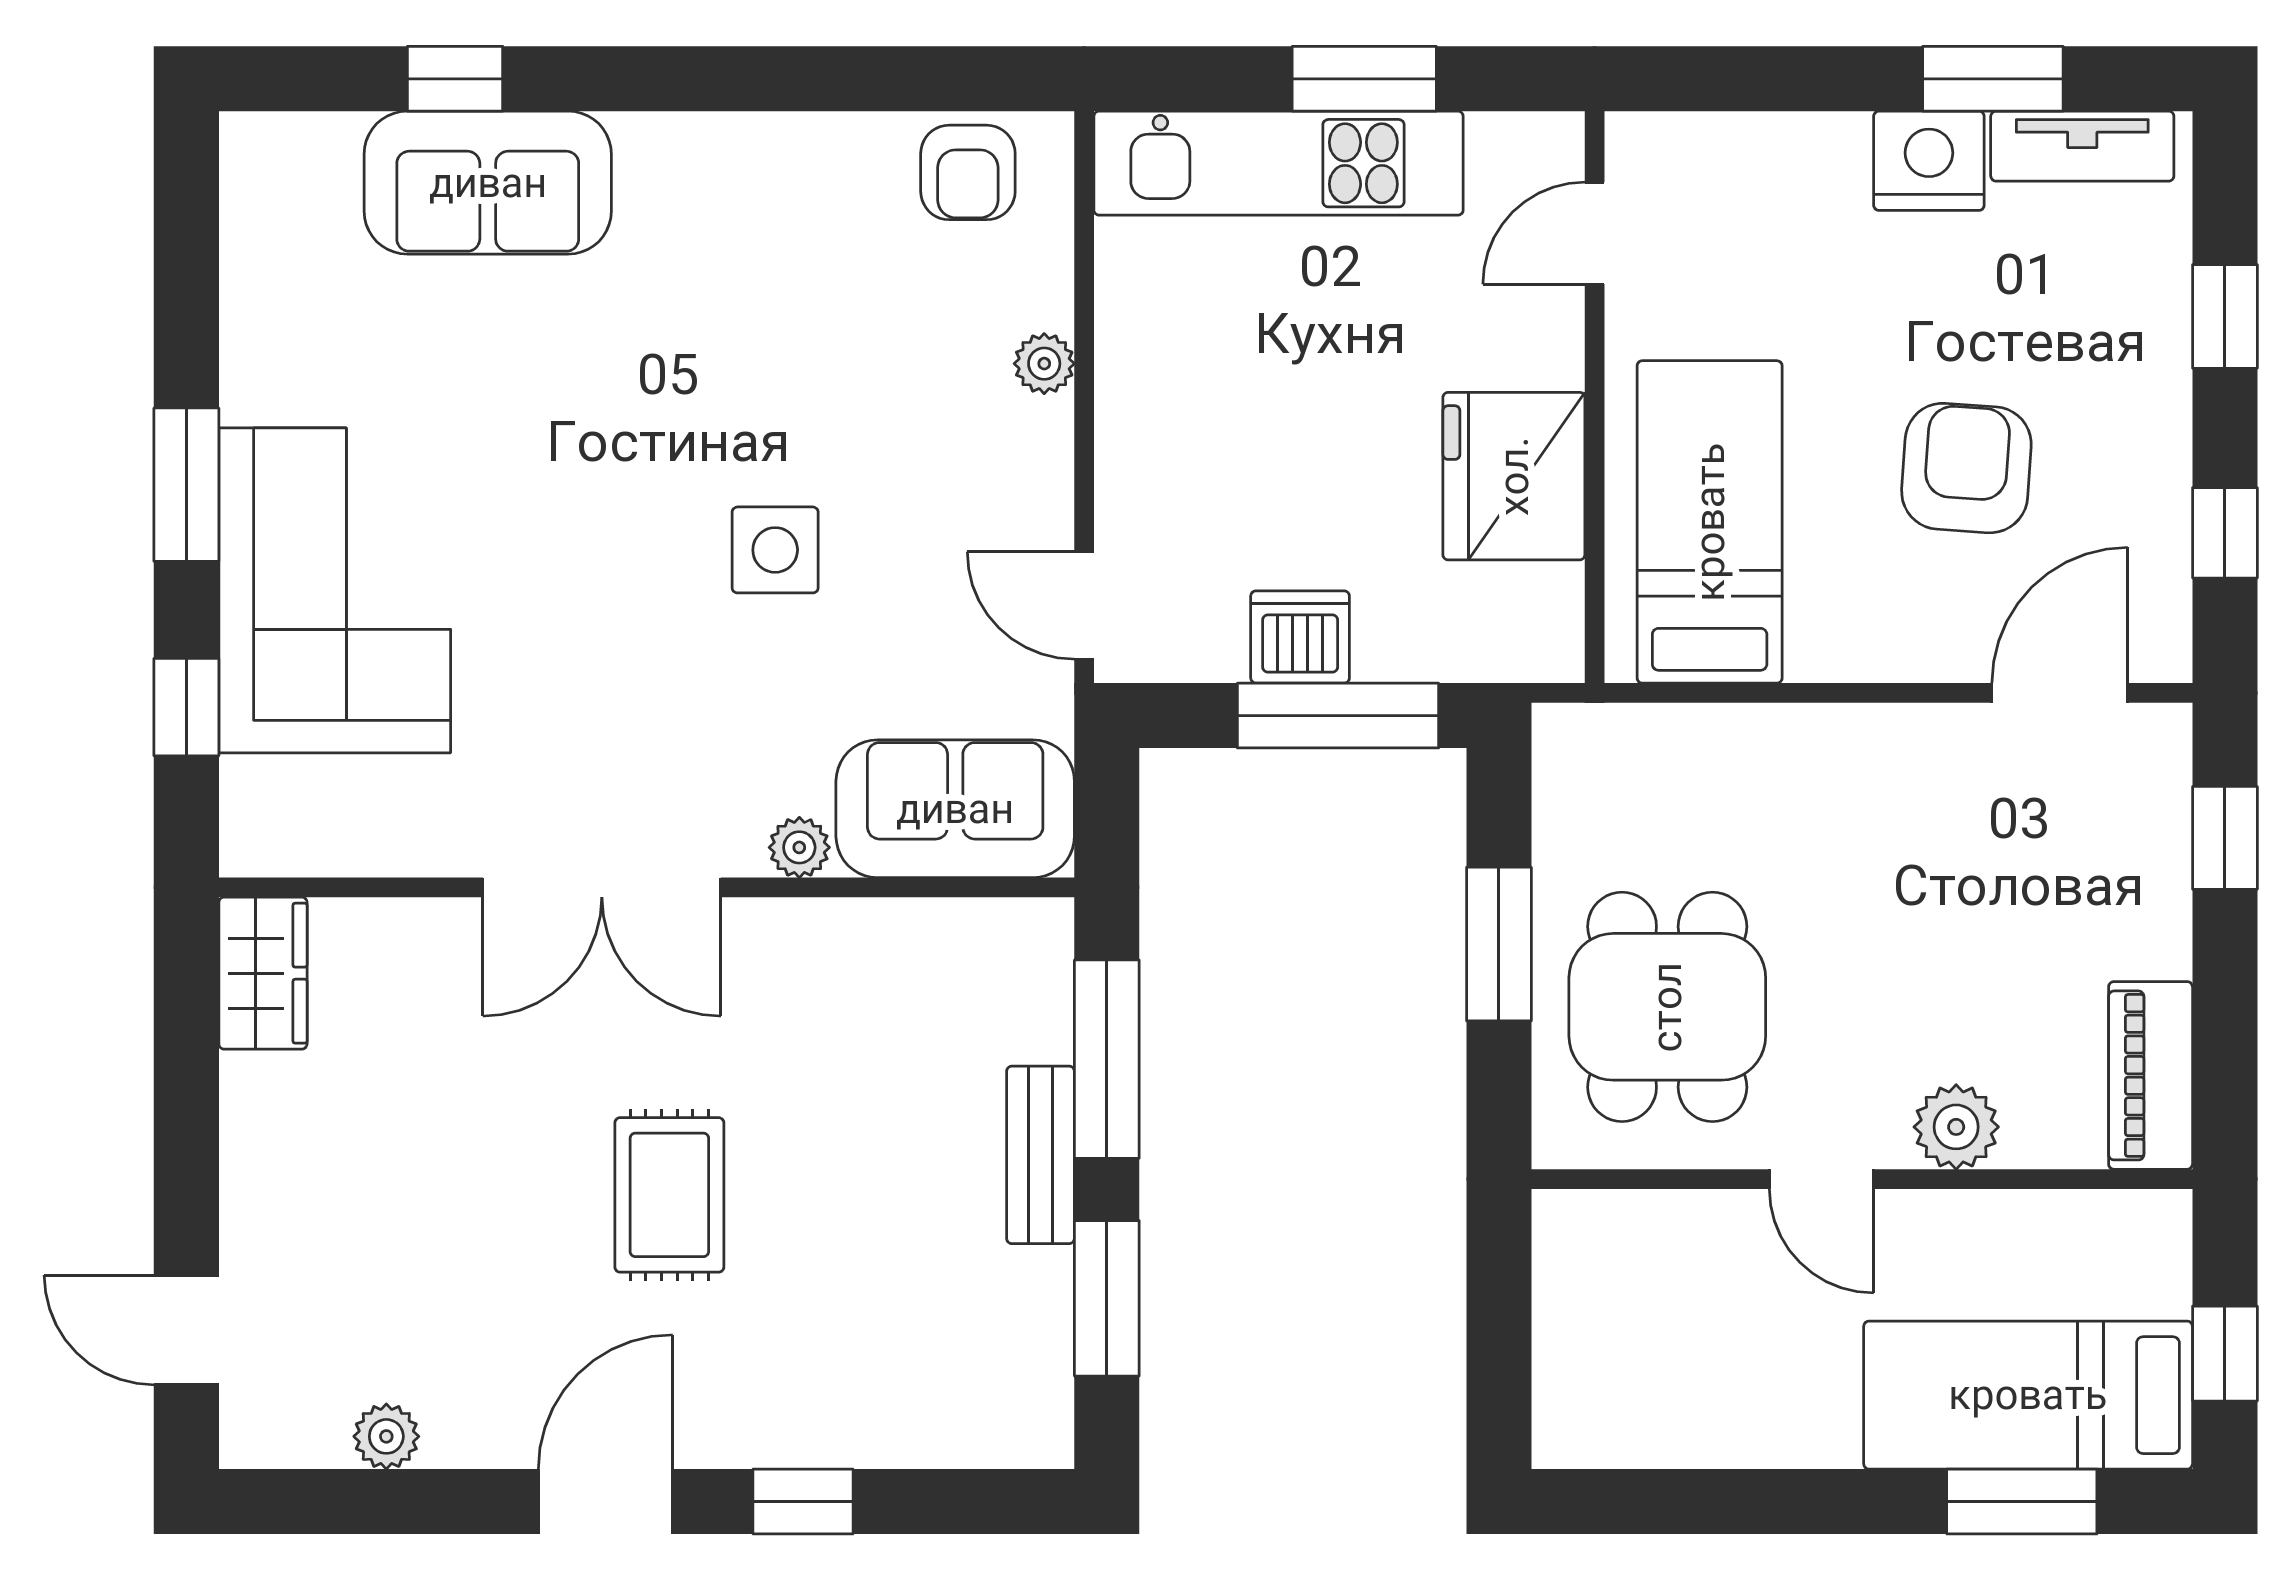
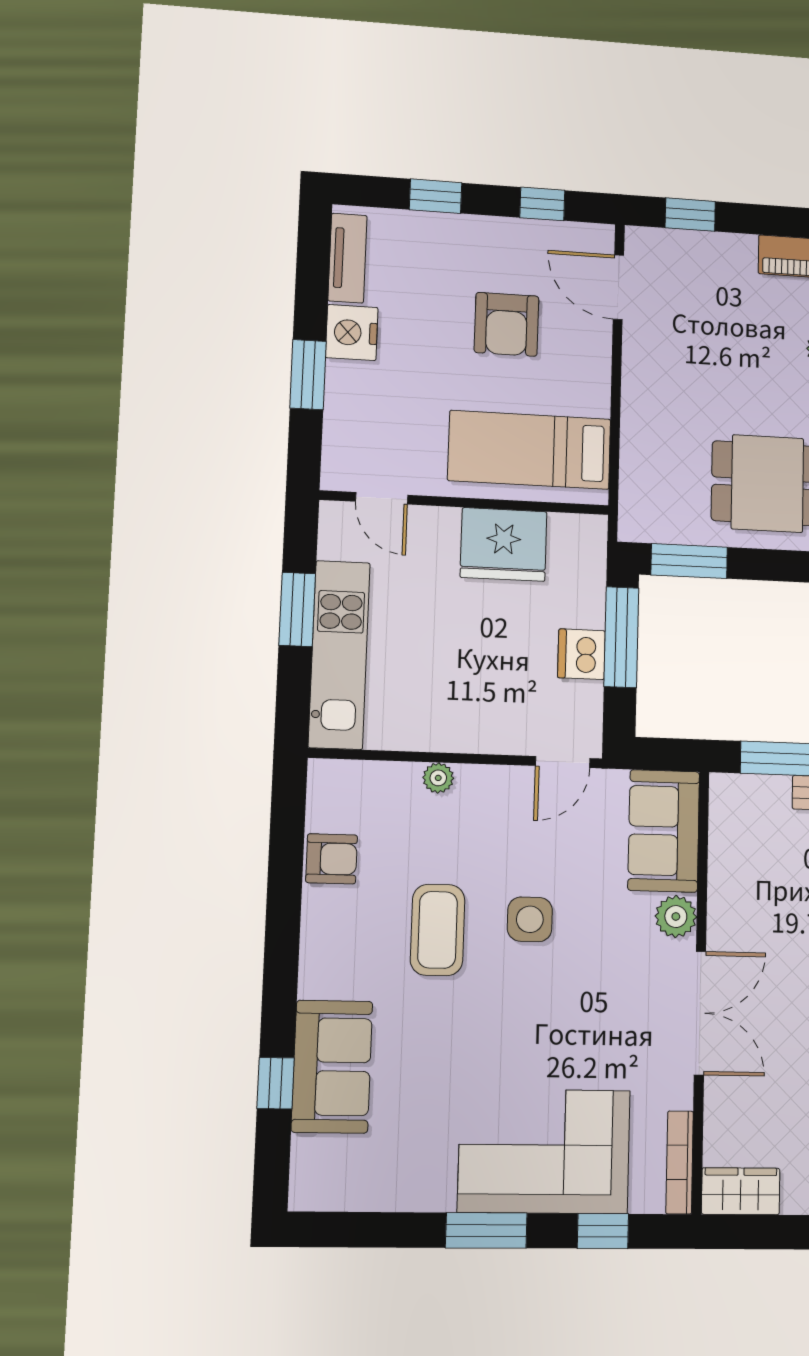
window: (1993, 79) -> (308, 375), moved
armchair: (968, 172) -> (332, 859), moved
coffee table: (750, 373) -> (438, 930), added
armchair: (1966, 468) -> (507, 324), turned -94
plant: (799, 847) -> (676, 917), width x1.38, depth x1.38
bookcase: (316, 853) -> (680, 1162), added
window: (1499, 944) -> (689, 561), moved

